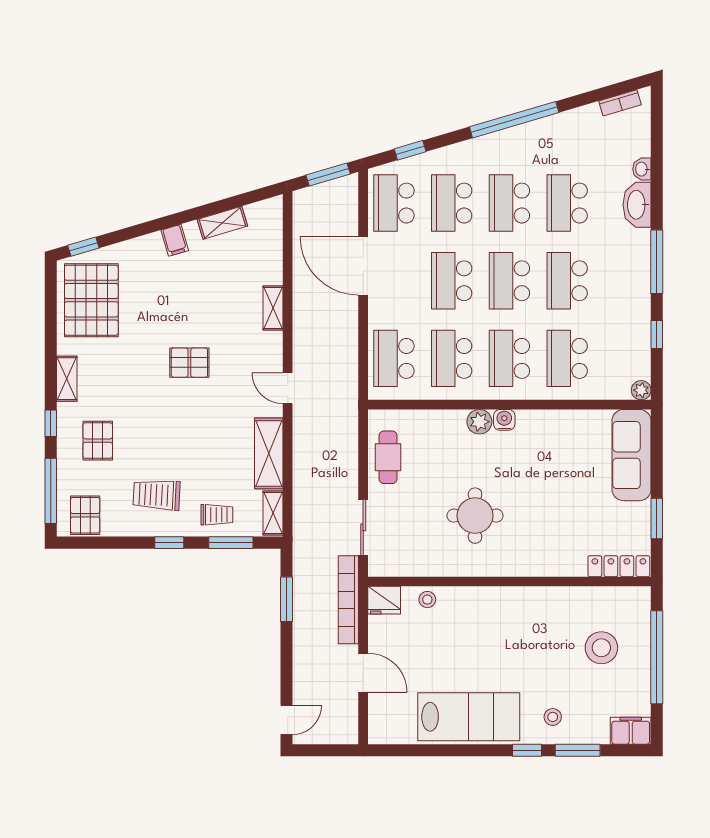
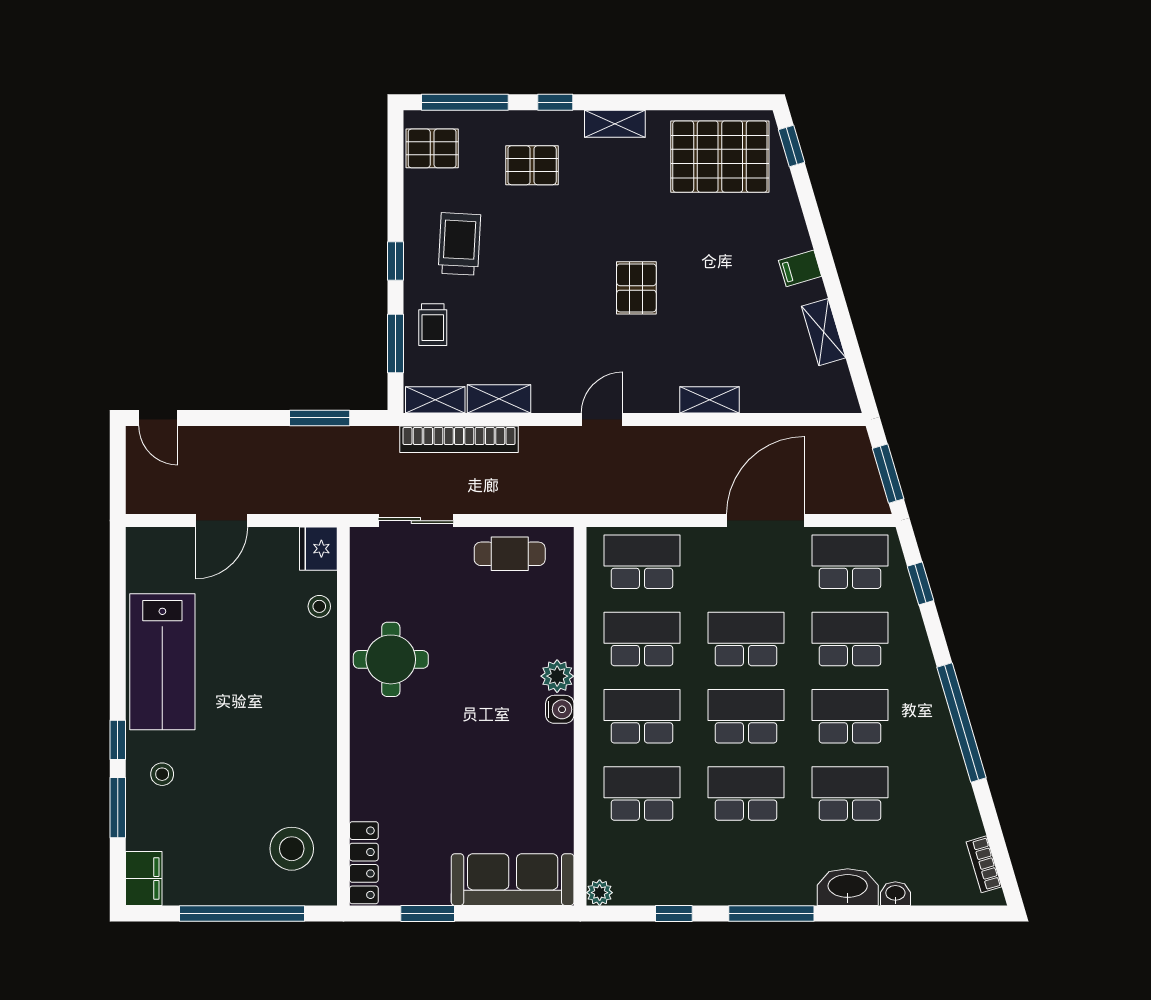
shelving: (269, 453) -> (499, 399), width x0.67, depth x0.75
round table: (475, 516) -> (391, 659), moved
bookcase: (348, 600) -> (459, 439), moved, turned 180
stool: (601, 648) -> (292, 849), moved

